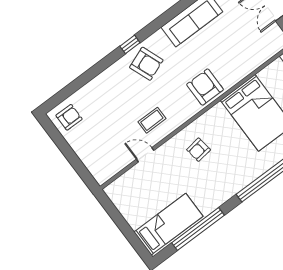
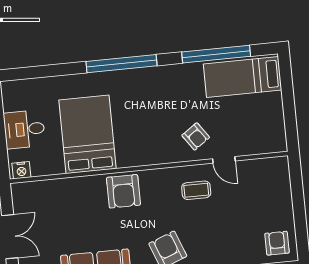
armchair: (69, 117) -> (277, 243), turned 90
armchair: (199, 150) -> (196, 136), moved, turned 63

